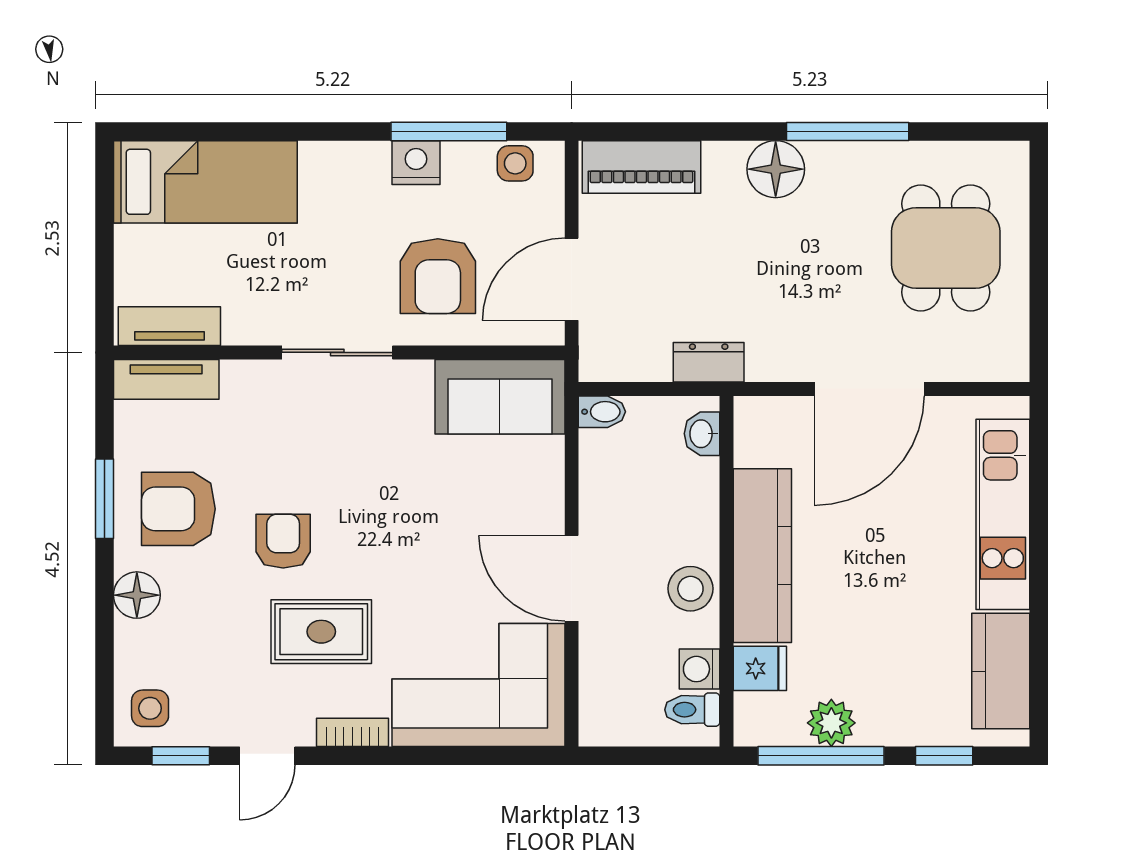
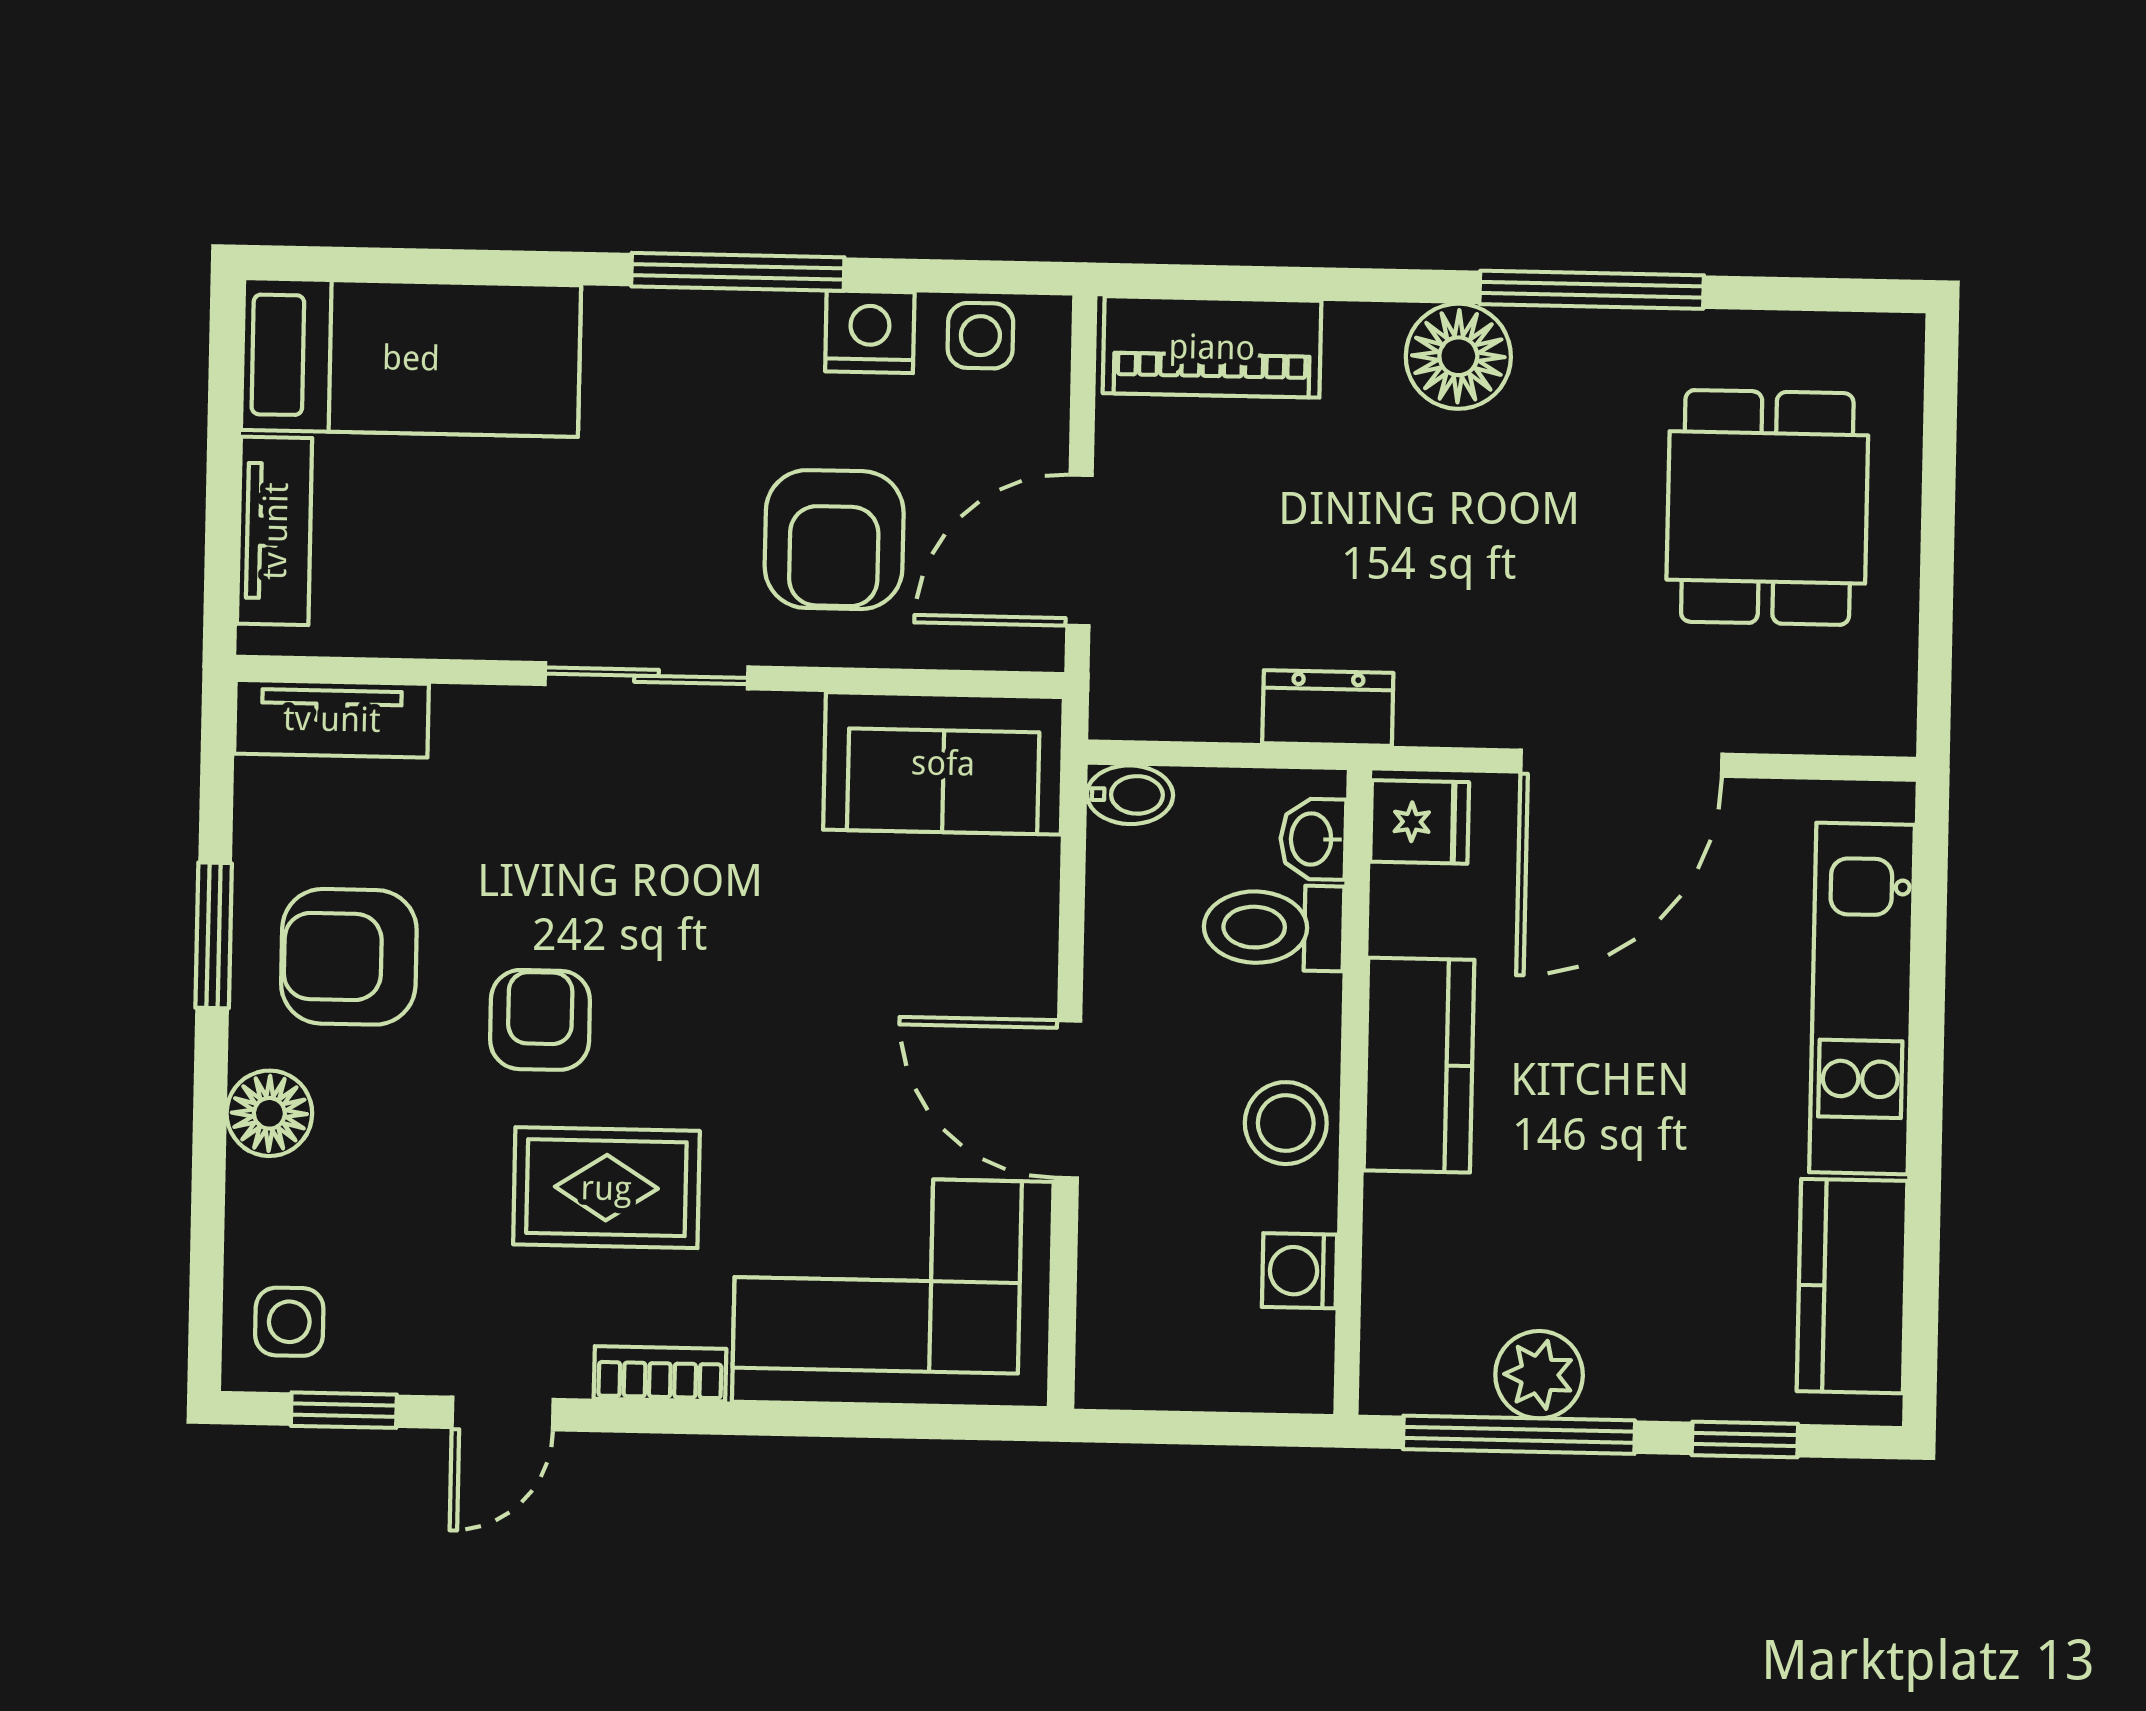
window: (449, 131) -> (738, 272), moved
nightstand: (416, 163) -> (870, 332), moved
tv unit: (169, 326) -> (275, 531), moved, turned 90
kitchen counter: (762, 556) -> (1419, 1065), width x0.67
fridge: (760, 668) -> (1420, 822), moved
toilet: (692, 710) -> (1274, 927), moved, width x1.37, depth x1.39

